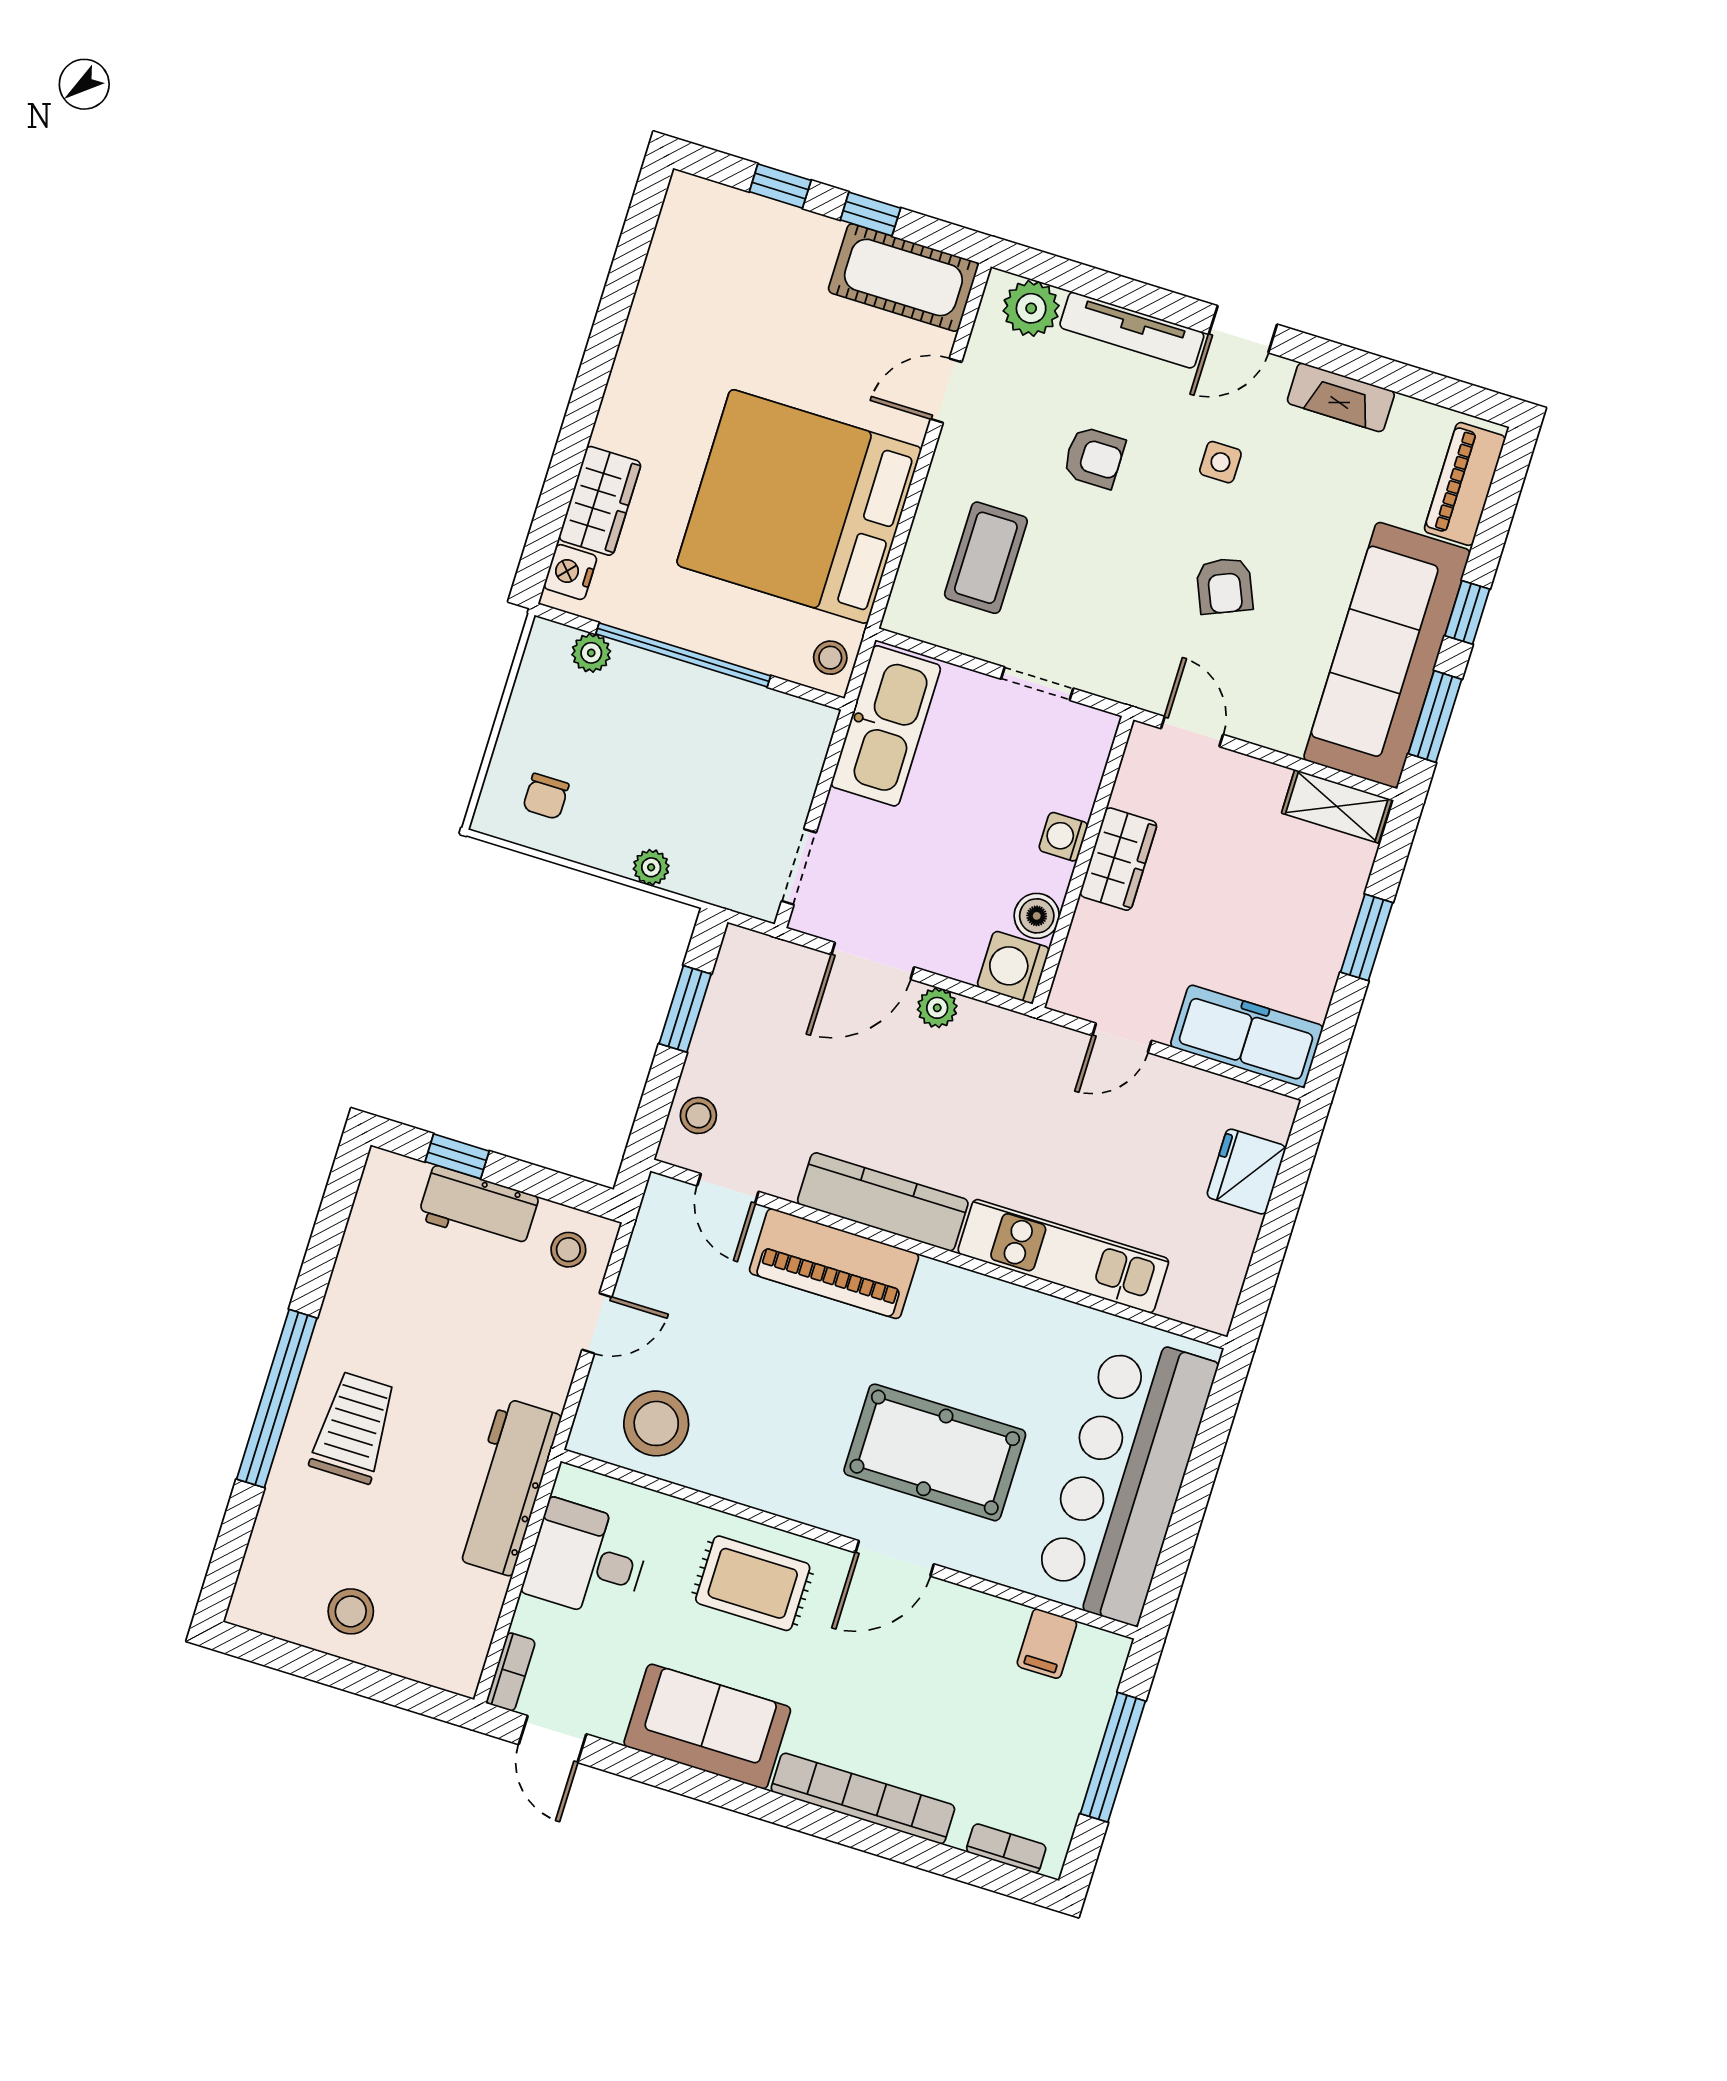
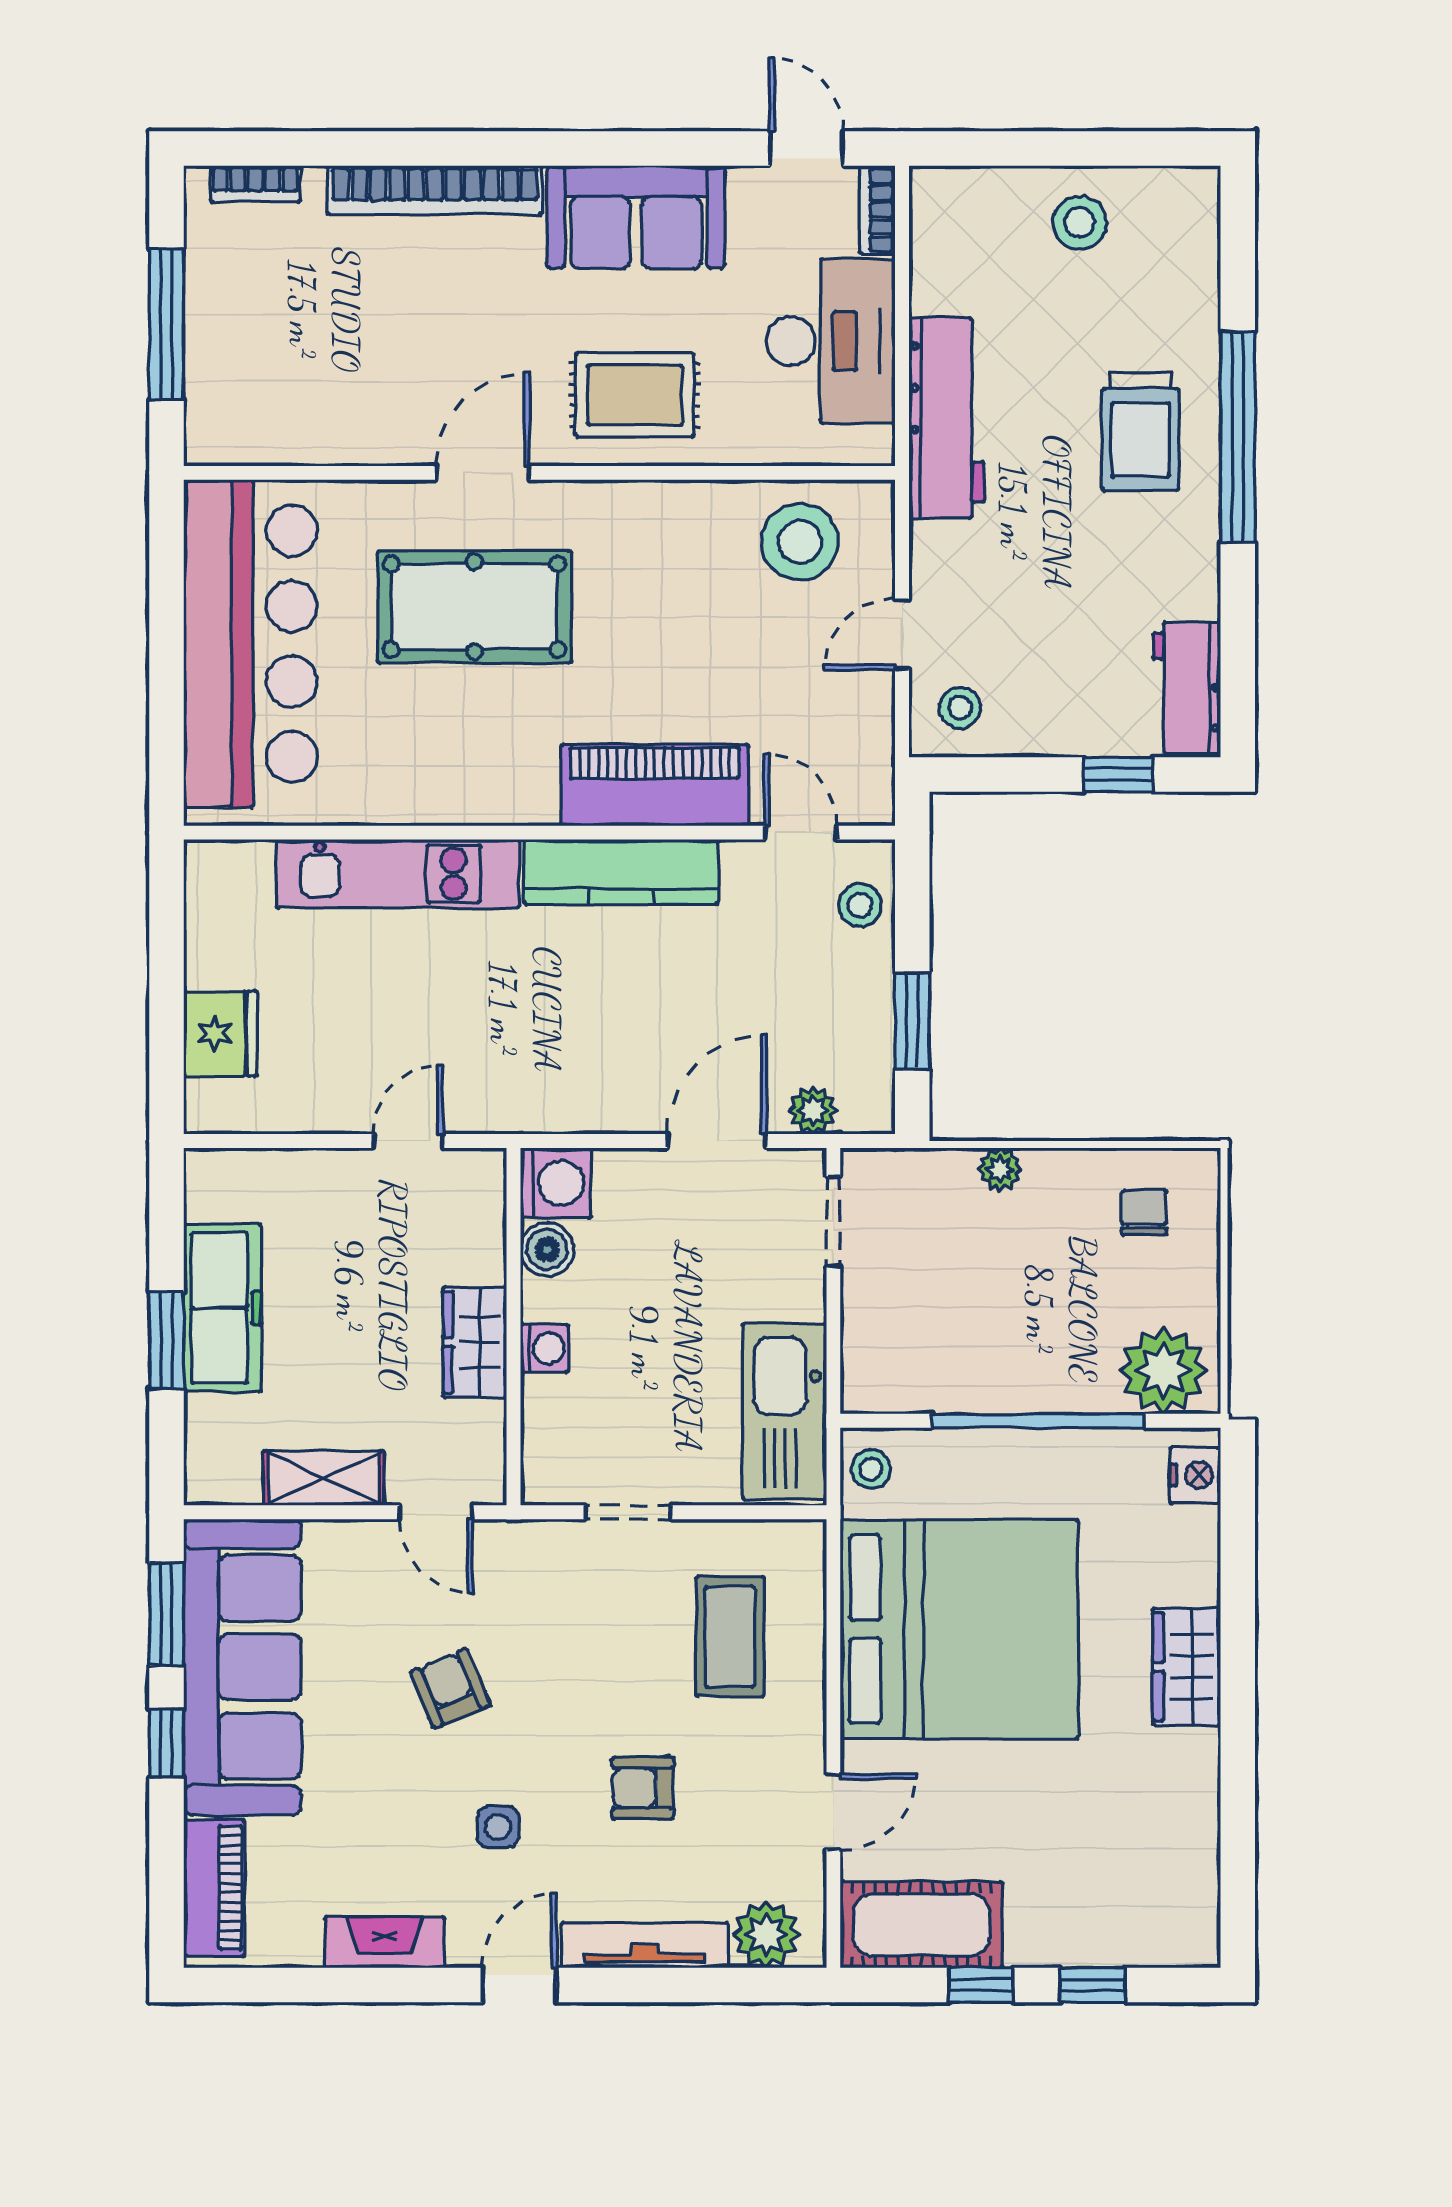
wardrobe: (600, 501) -> (1187, 1667), moved
plant: (591, 653) -> (1163, 1371), width x1.88, depth x1.88
shelving: (1337, 806) -> (324, 1478), moved
plant: (937, 1008) -> (813, 1110), moved
freezer: (1247, 1036) -> (222, 1308), moved, turned -90
workbench: (478, 1208) -> (1187, 688), moved, turned -90
desk: (587, 1560) -> (831, 341), width x1.37
filing cabinet: (1047, 1644) -> (281, 430), removed

